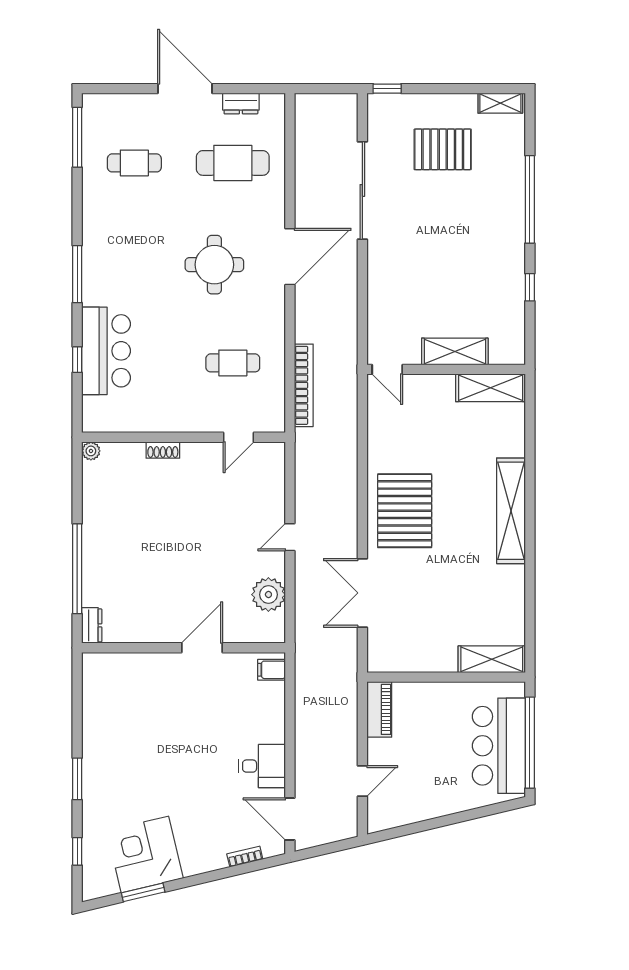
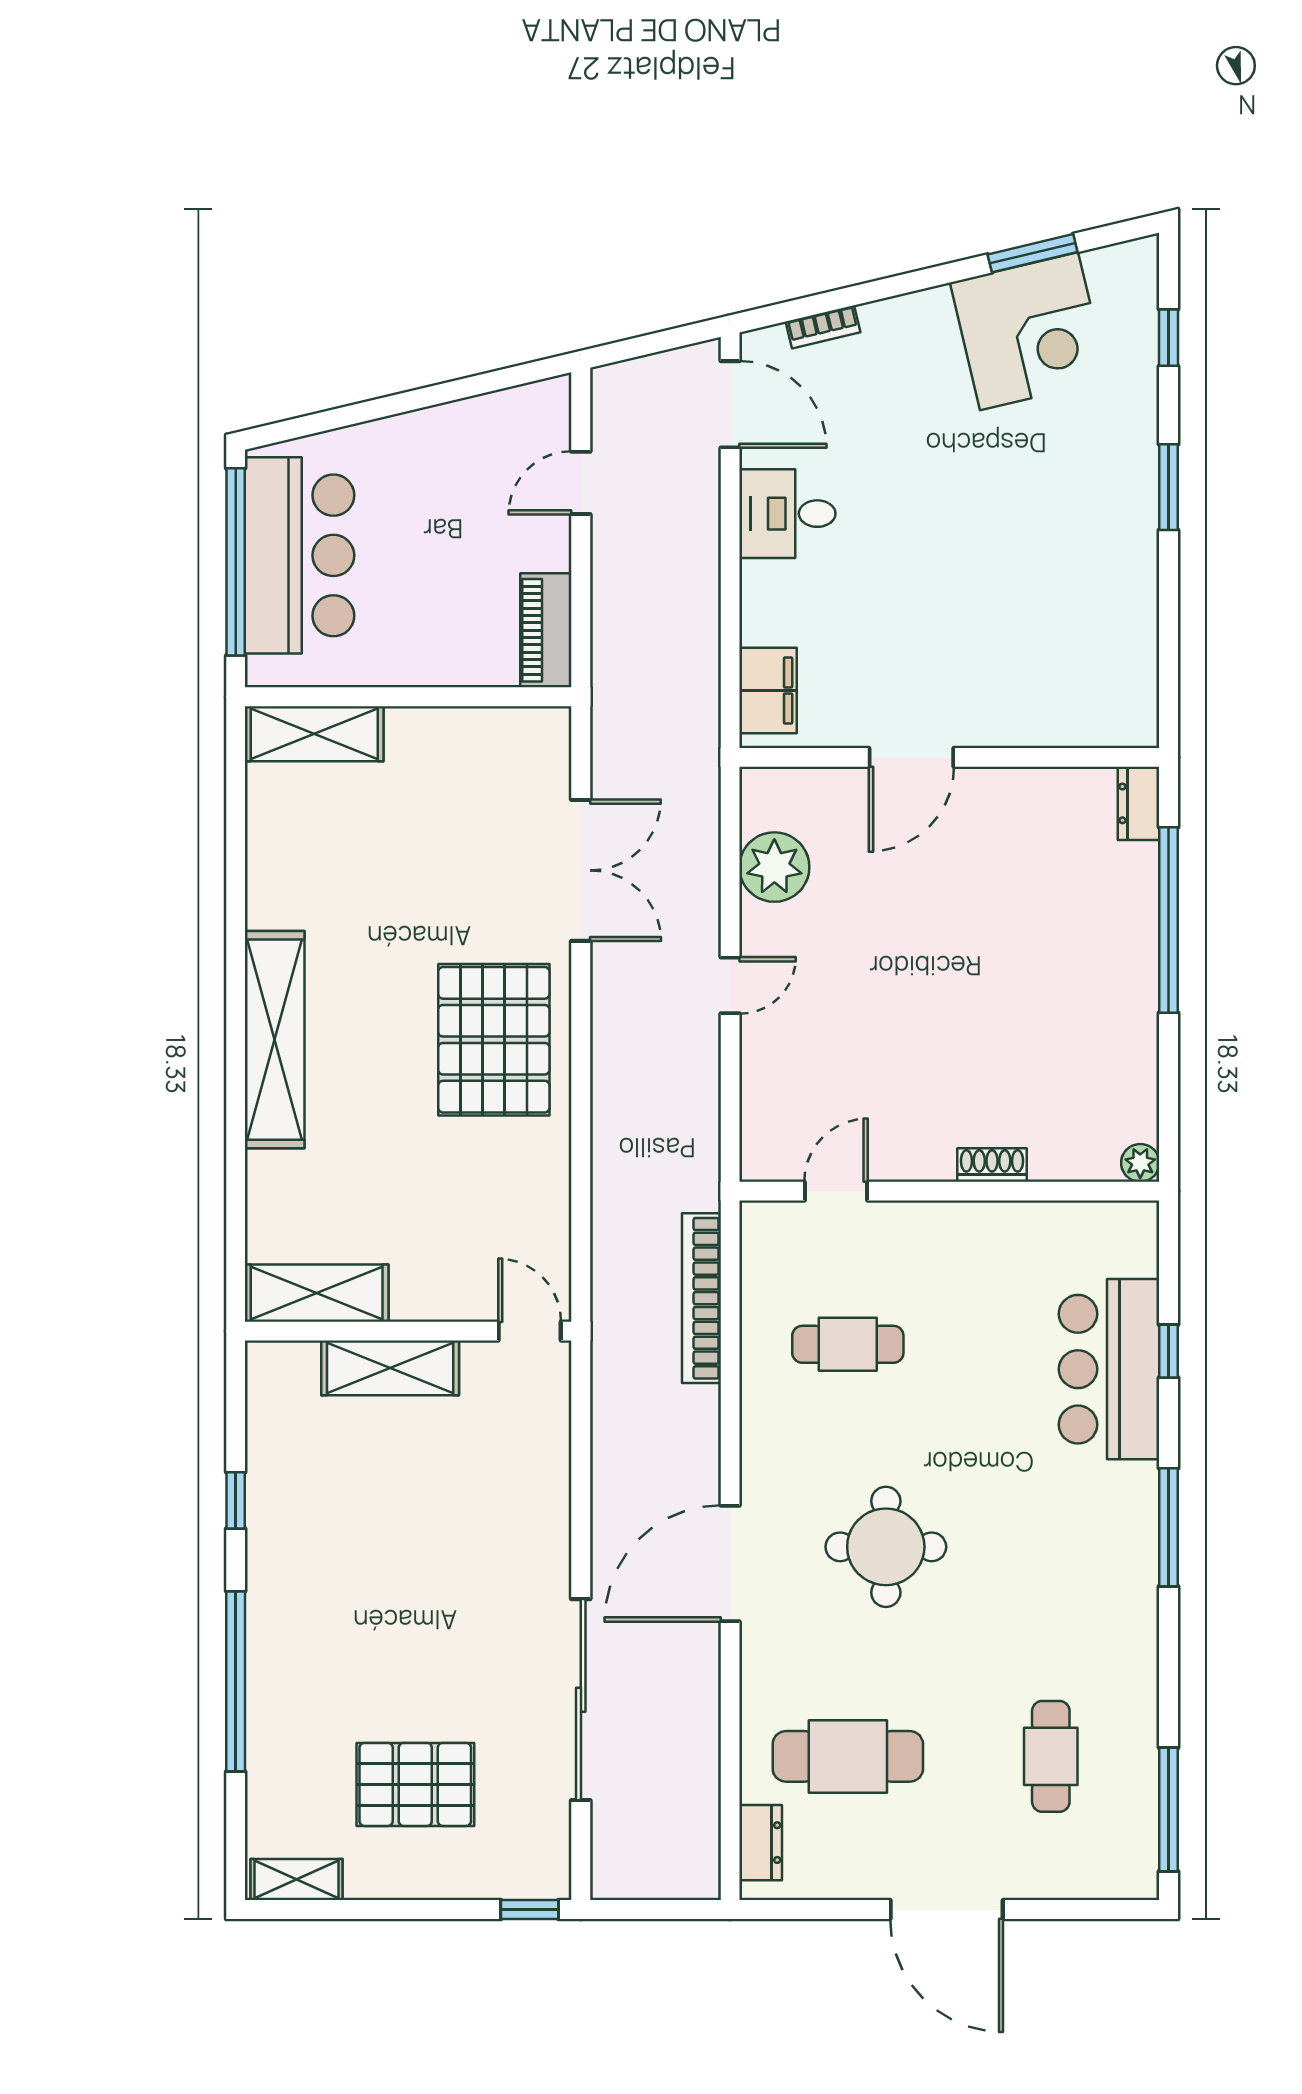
dresser: (241, 103) -> (761, 1843), moved, turned 90
cafe table: (134, 163) -> (1051, 1756), turned 90
filing cabinet: (272, 670) -> (768, 690), width x2.00

